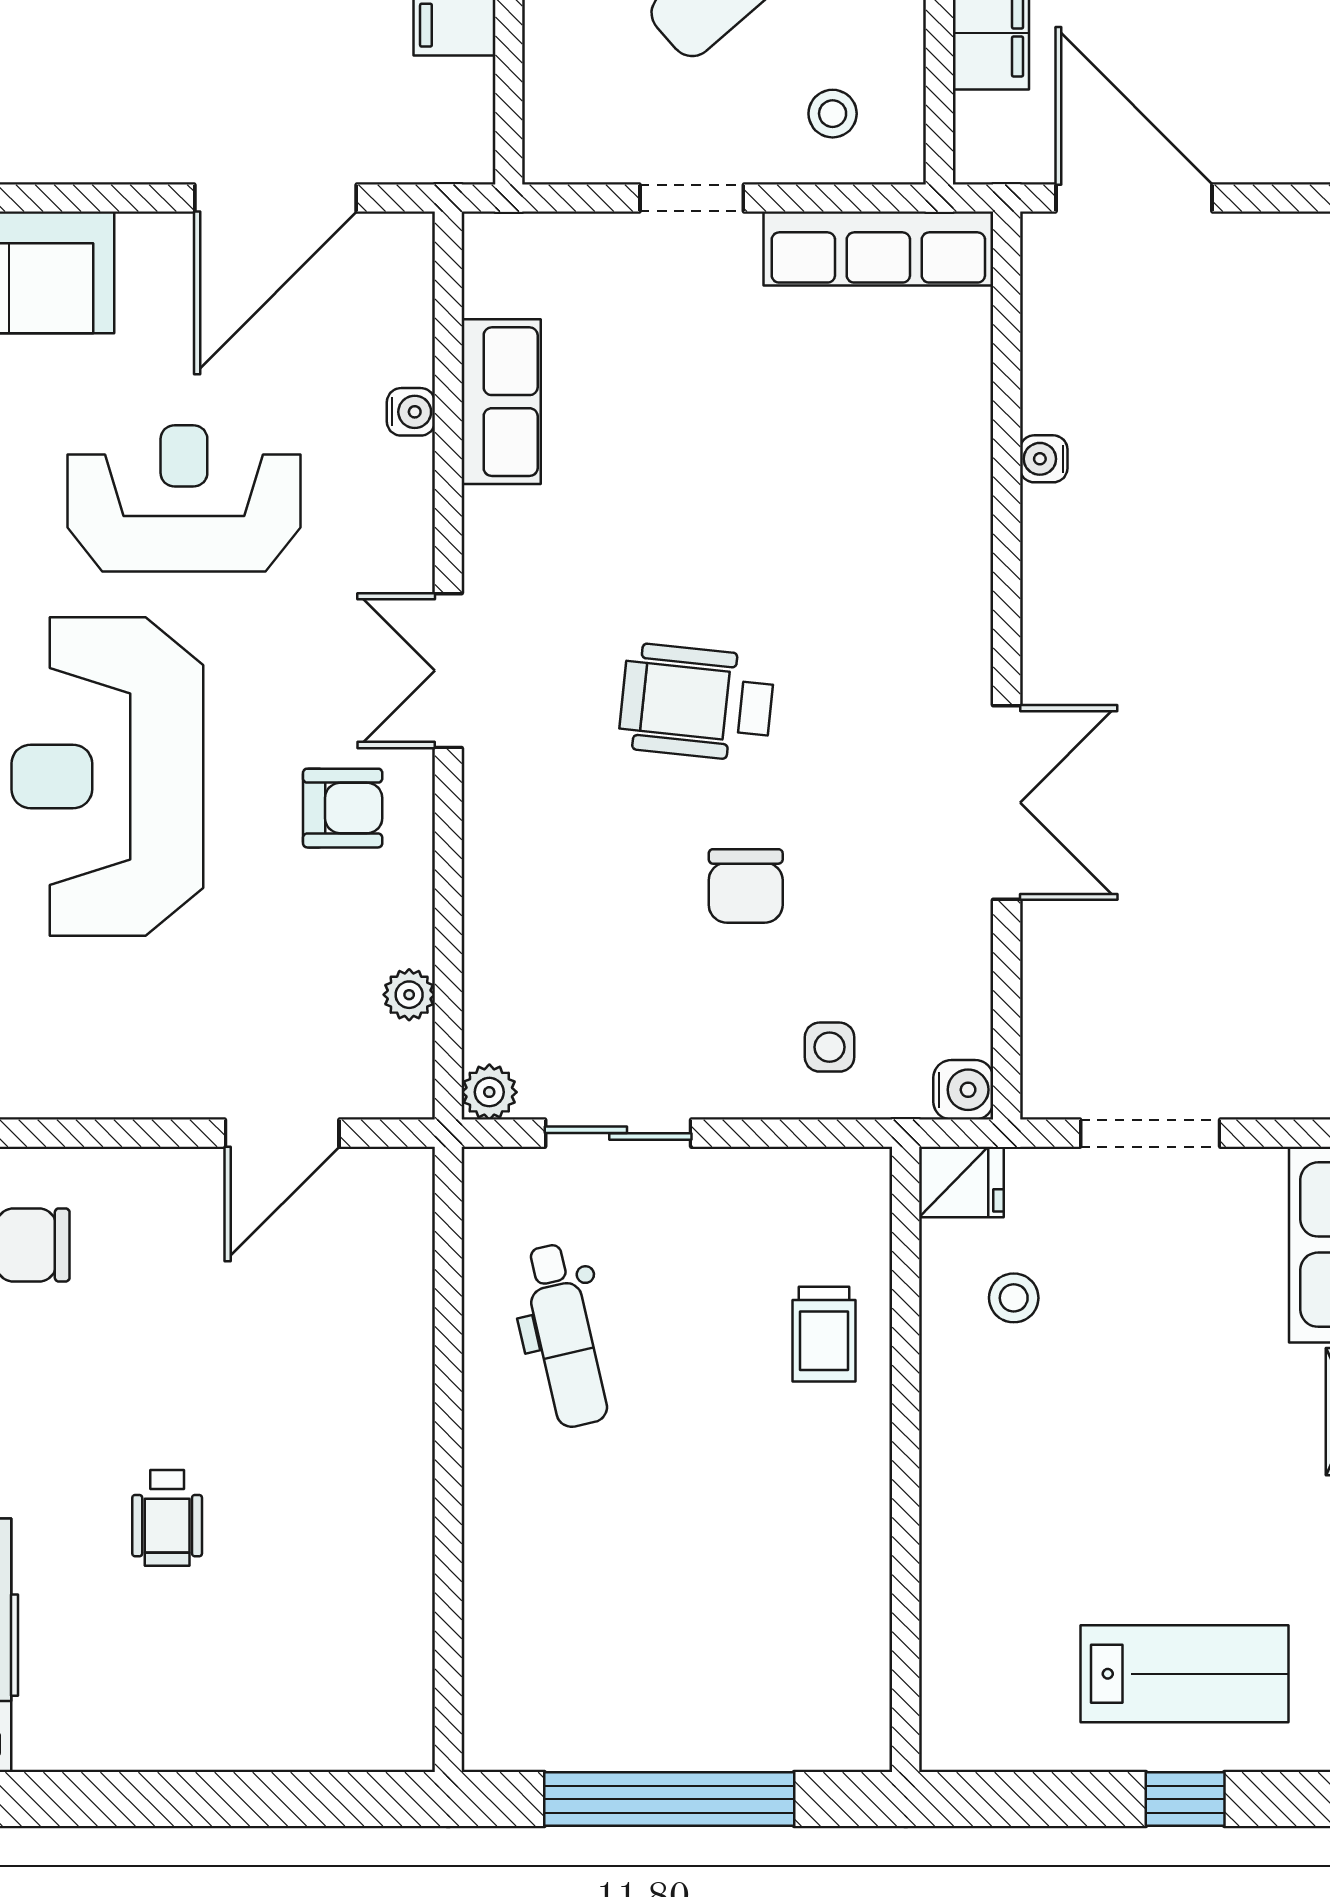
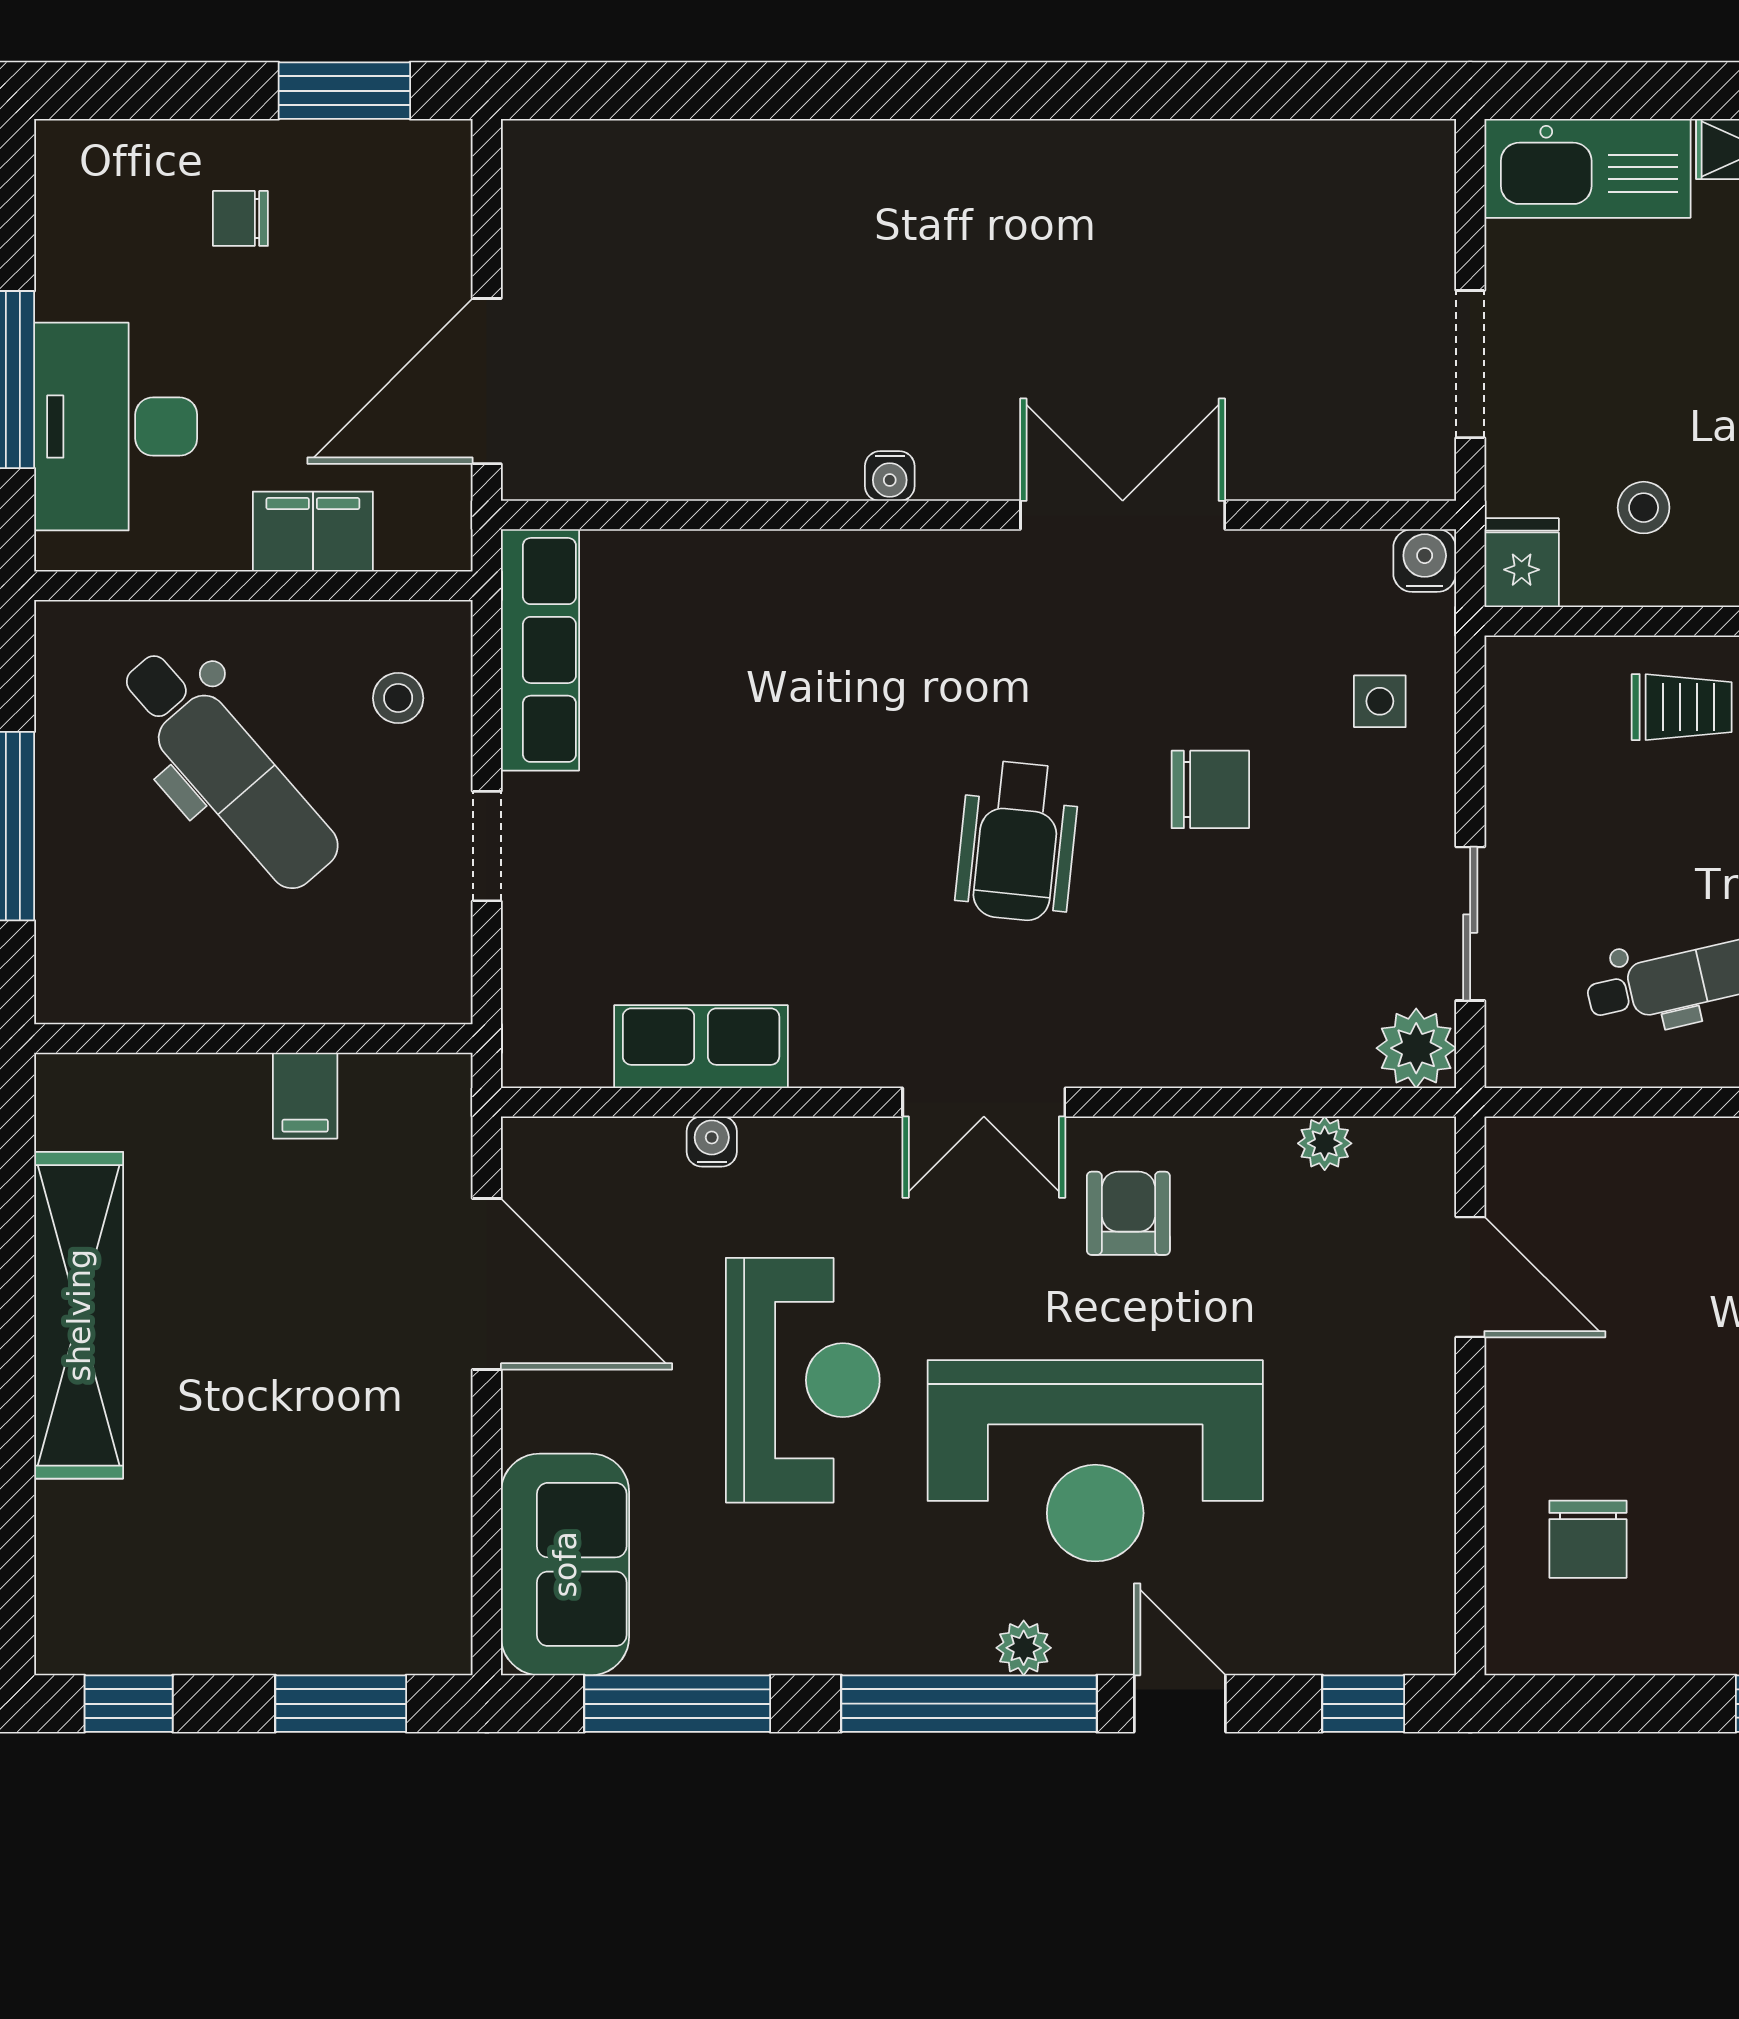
water cooler: (1044, 459) -> (890, 476), moved
reception desk: (184, 498) -> (803, 1380), turned 180
plant: (489, 1092) -> (1416, 1048), width x1.38, depth x1.38

